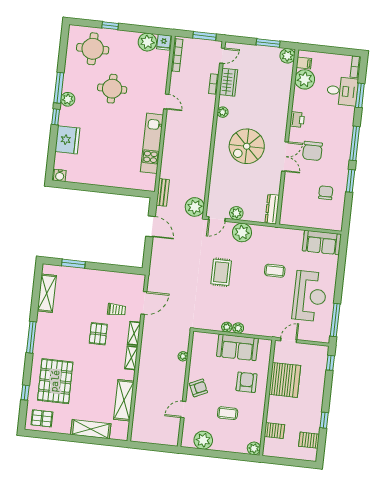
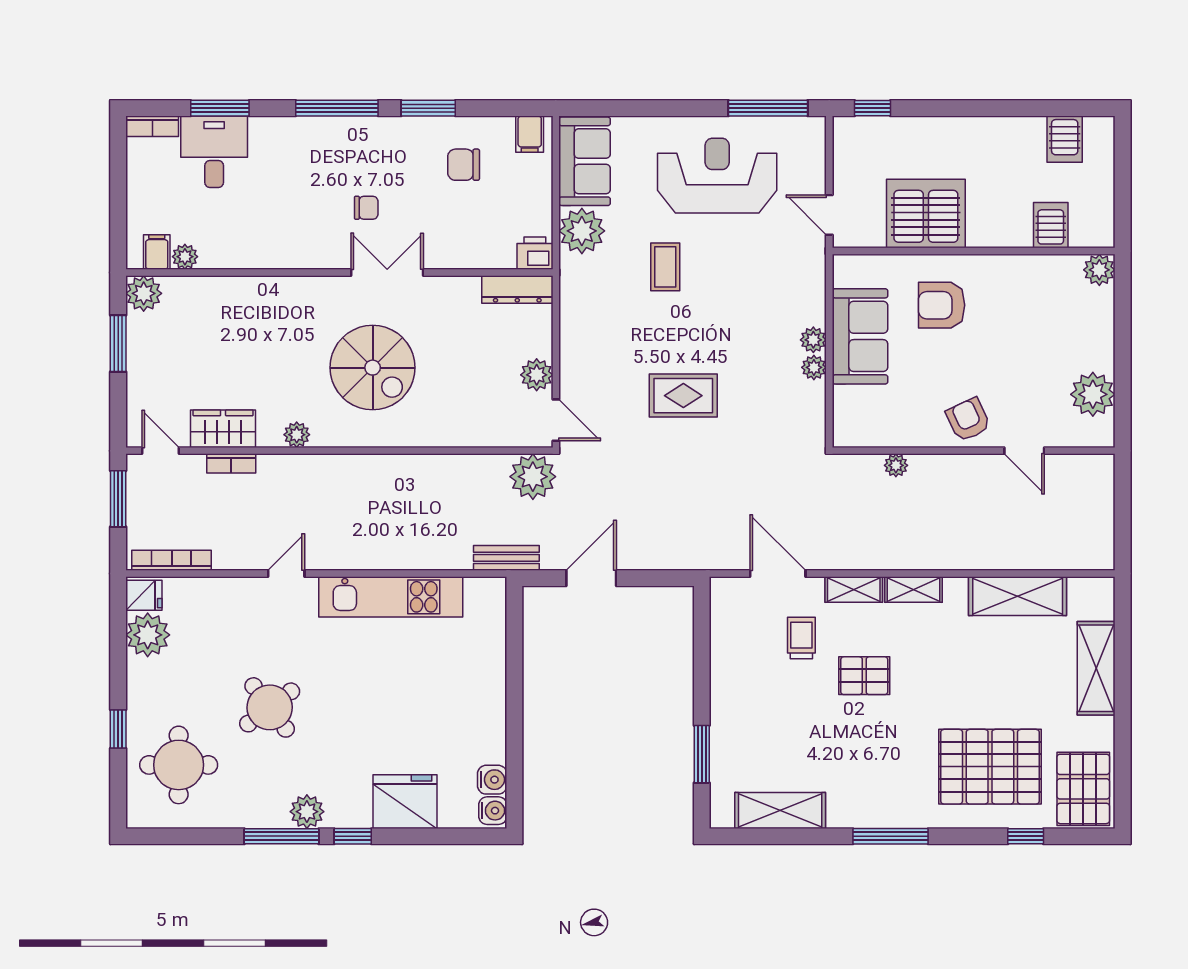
plant: (305, 79) -> (185, 257), width x0.53, depth x0.53
round table: (112, 89) -> (270, 707), turned -37
printer: (297, 120) -> (535, 253), moved
chair: (312, 151) -> (366, 208), width x0.54, depth x0.54
water cooler: (72, 177) -> (492, 780), added
filing cabinet: (335, 221) -> (530, 134), added
plant: (242, 232) -> (582, 231), moved
coffee table: (228, 413) -> (1021, 343), removed
pallet: (42, 418) -> (1083, 789), width x1.50, depth x1.42
window: (324, 420) -> (1013, 108), removed

